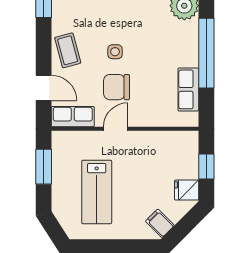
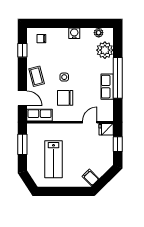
row of seats: (188, 89) -> (107, 87), moved
door: (116, 129) -> (90, 122), moved
fridge: (187, 190) -> (106, 129), moved

